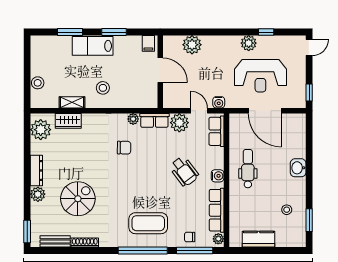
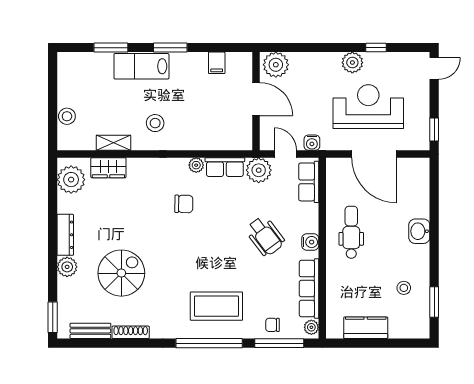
door: (160, 70) -> (256, 99), moved
wall: (160, 72) -> (256, 101), moved
reception desk: (260, 76) -> (368, 107), turned 180

